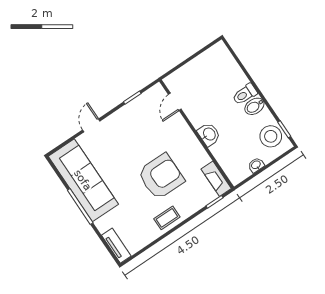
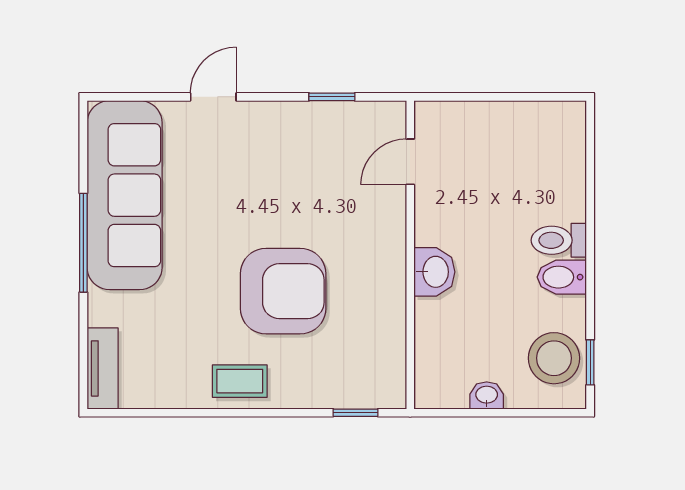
fireplace: (216, 179) -> (390, 369), removed

